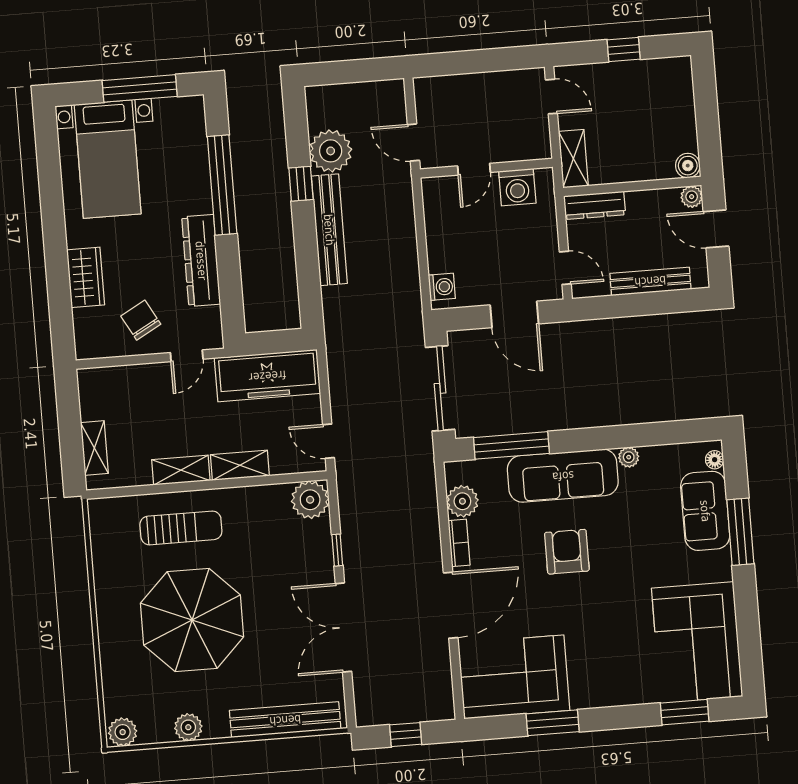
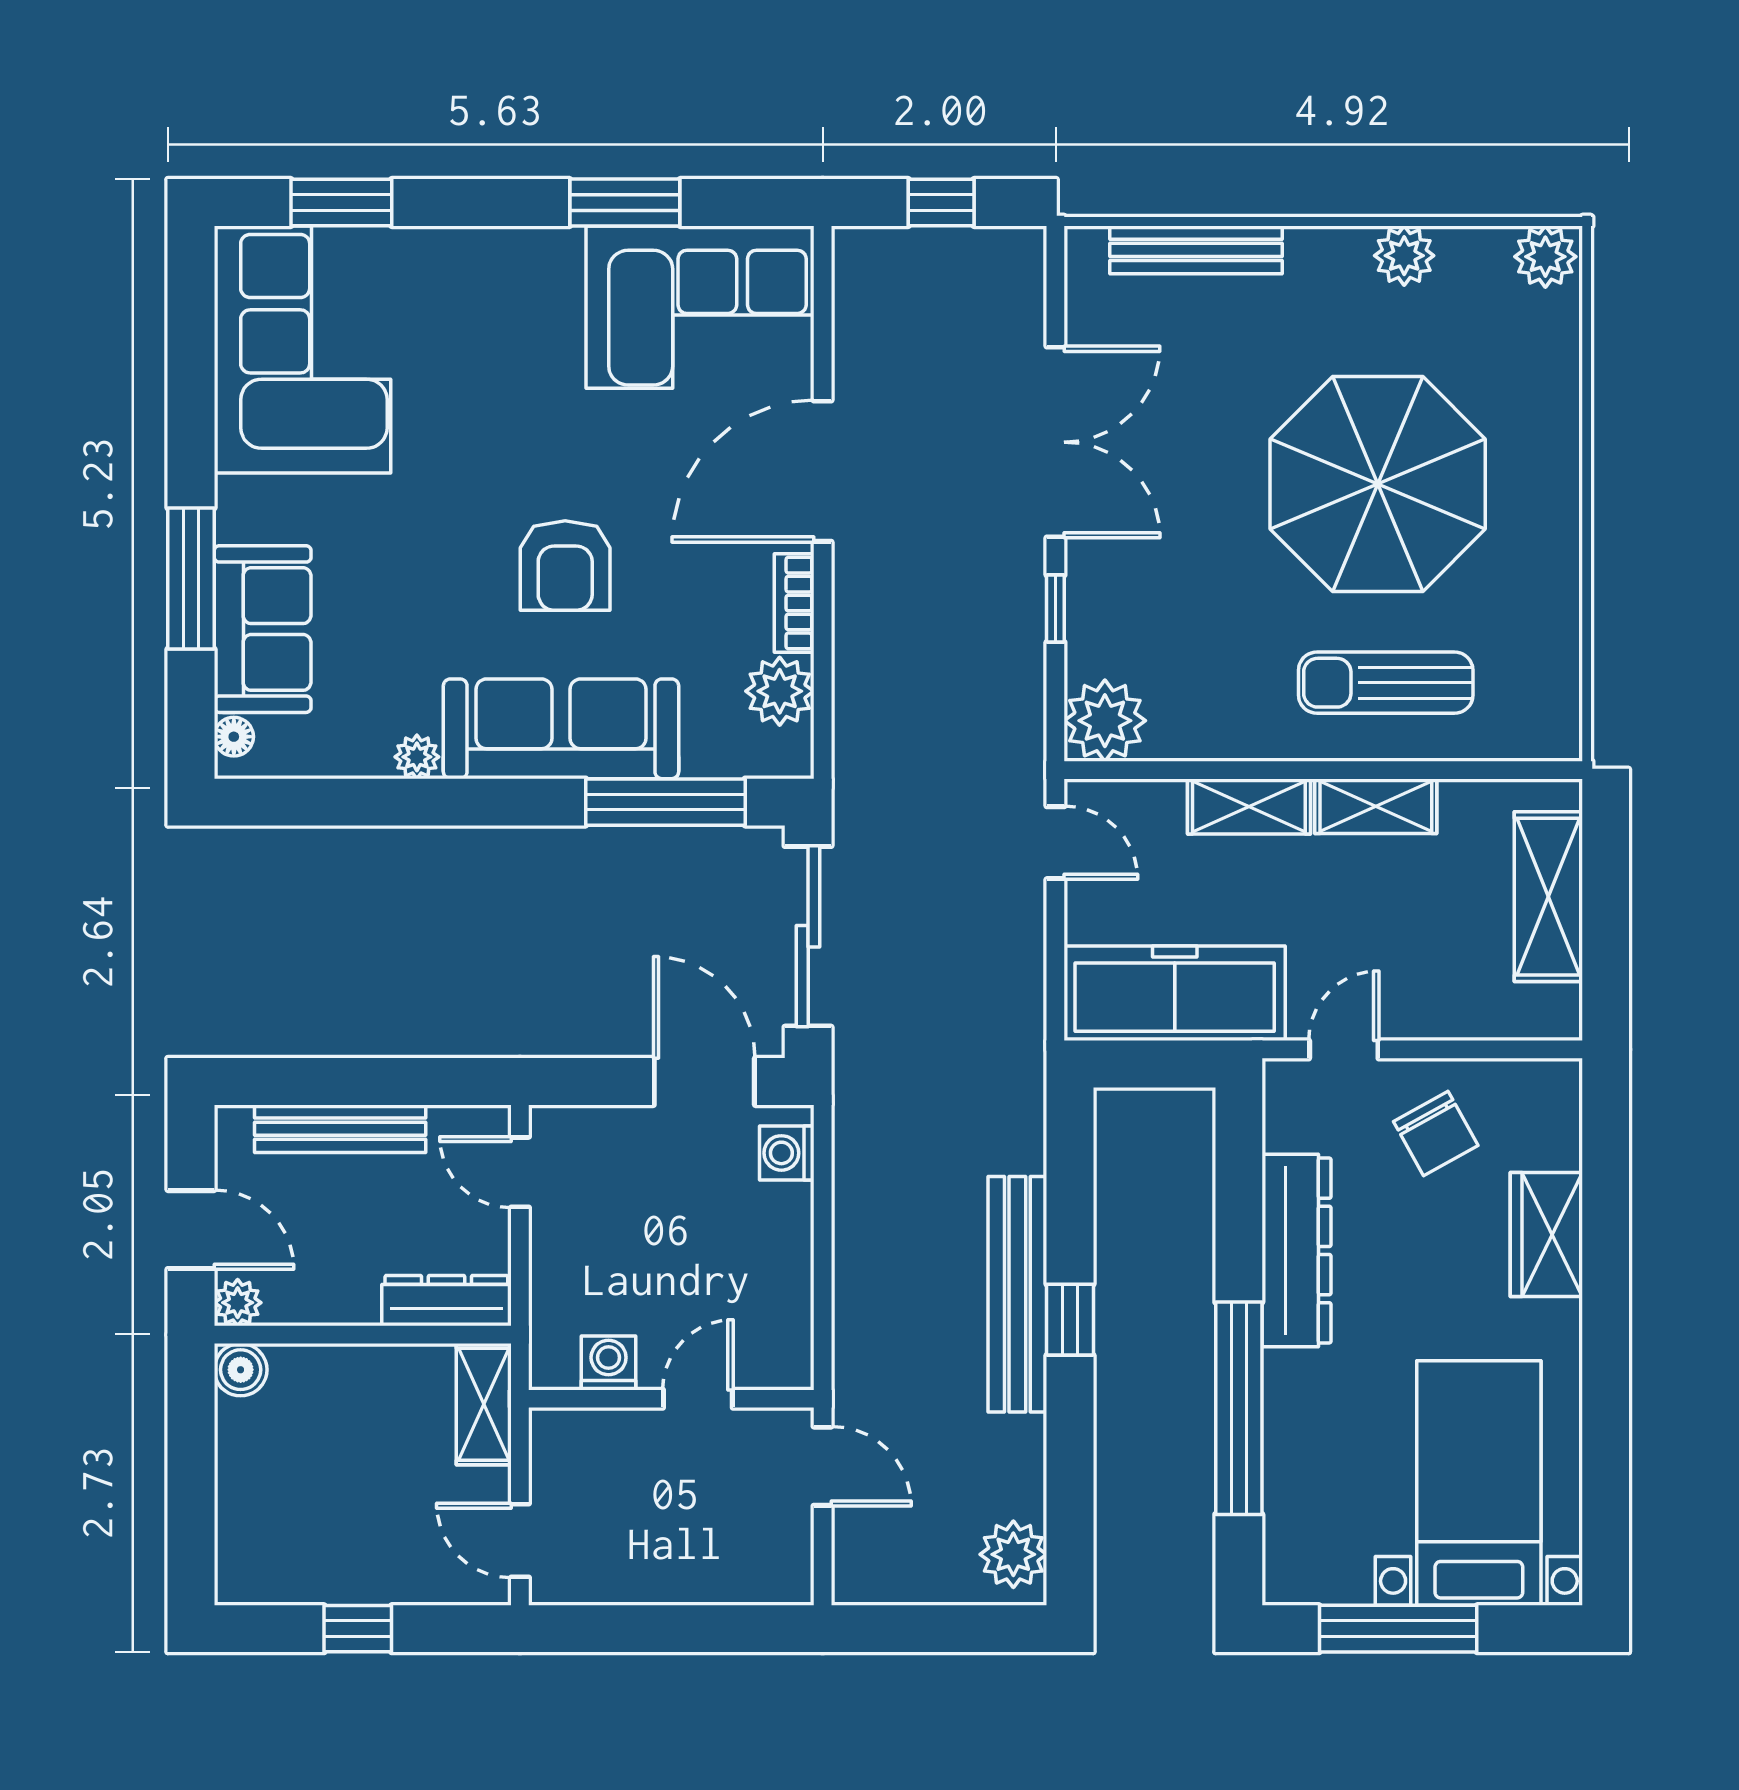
plant: (331, 151) -> (1013, 1554), moved, width x0.73, depth x0.73
window: (301, 184) -> (1070, 1320), moved
washing machine: (517, 187) -> (609, 1363), width x0.73, depth x0.73
door: (514, 314) -> (704, 1081), moved
shelving: (94, 448) -> (1548, 897), width x1.50, depth x1.33
bench: (285, 720) -> (1196, 250), width x0.73, depth x0.82

